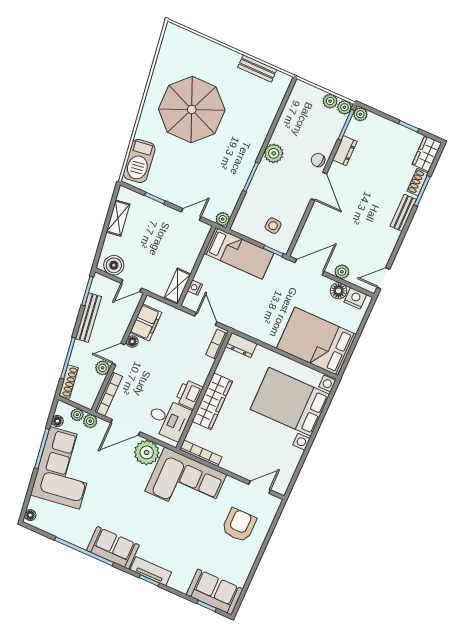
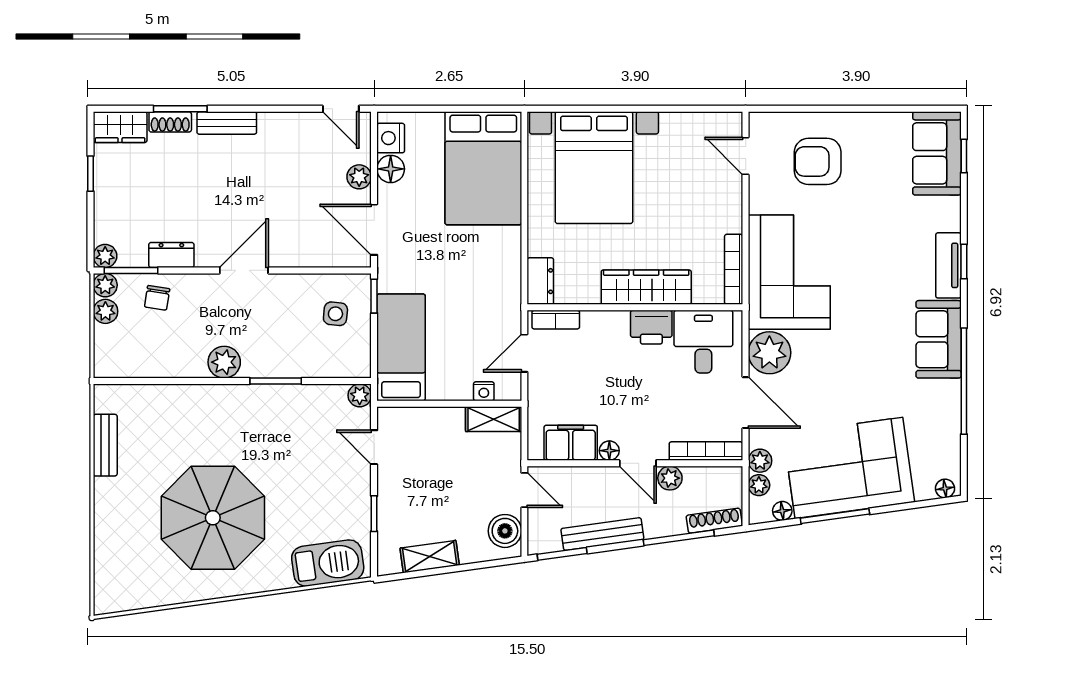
chair: (318, 160) -> (157, 298), moved

